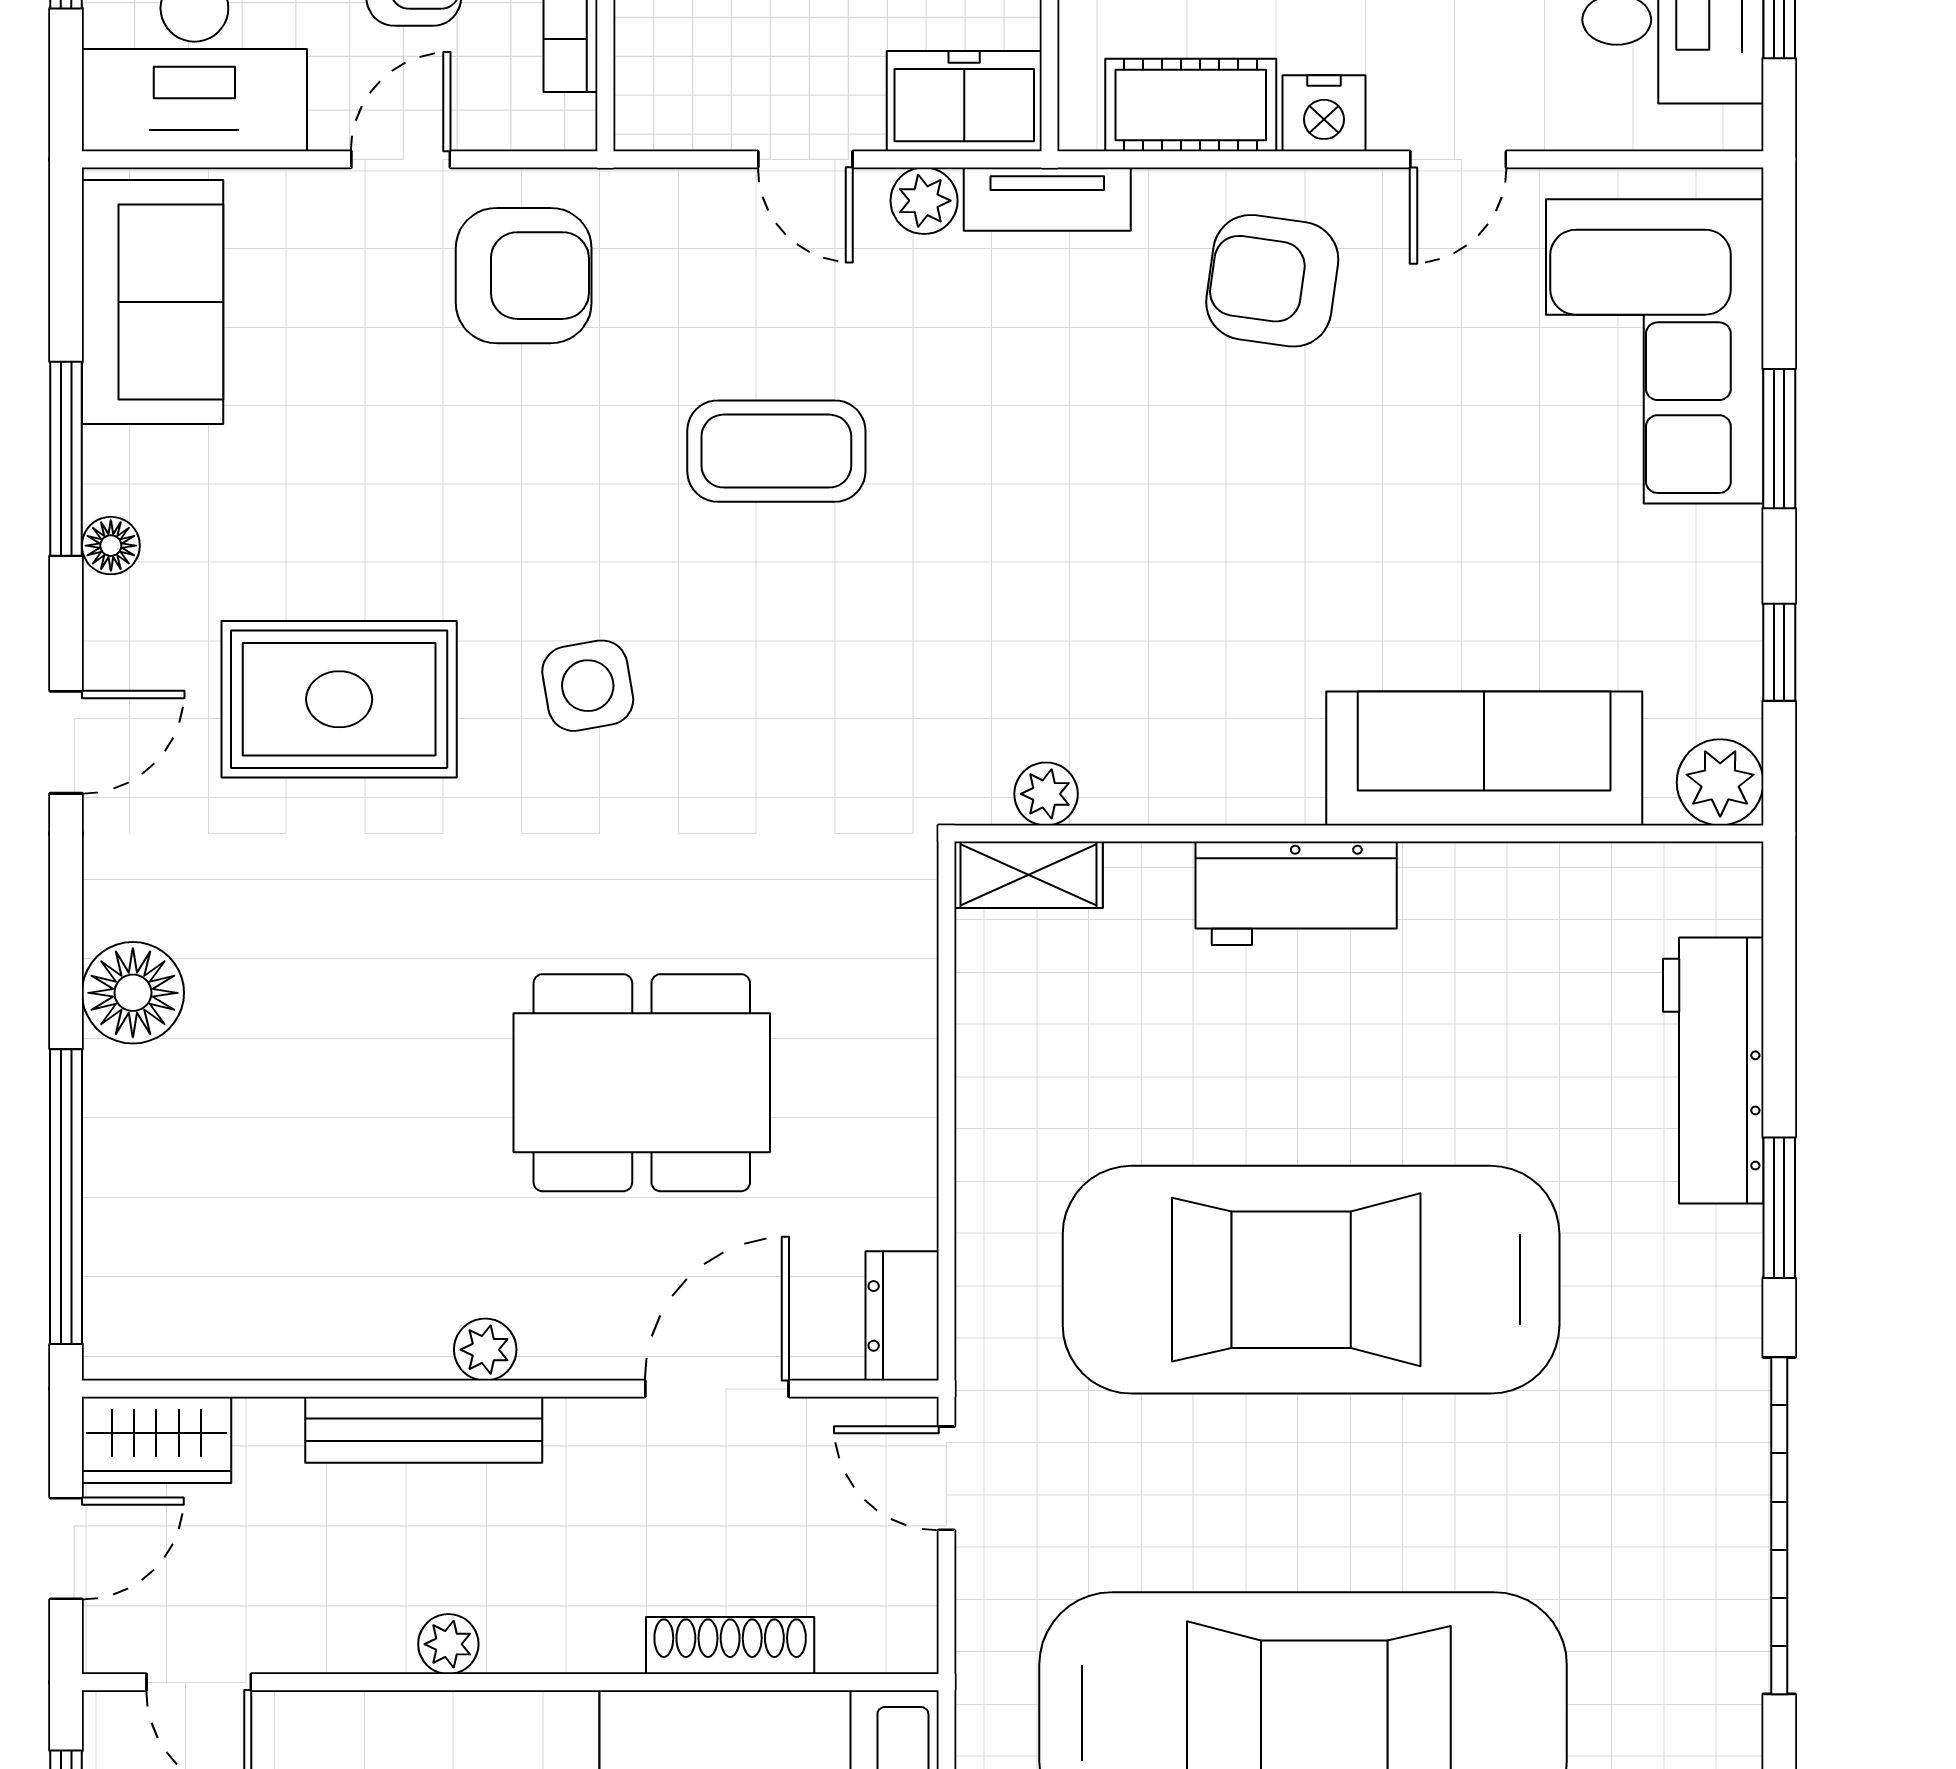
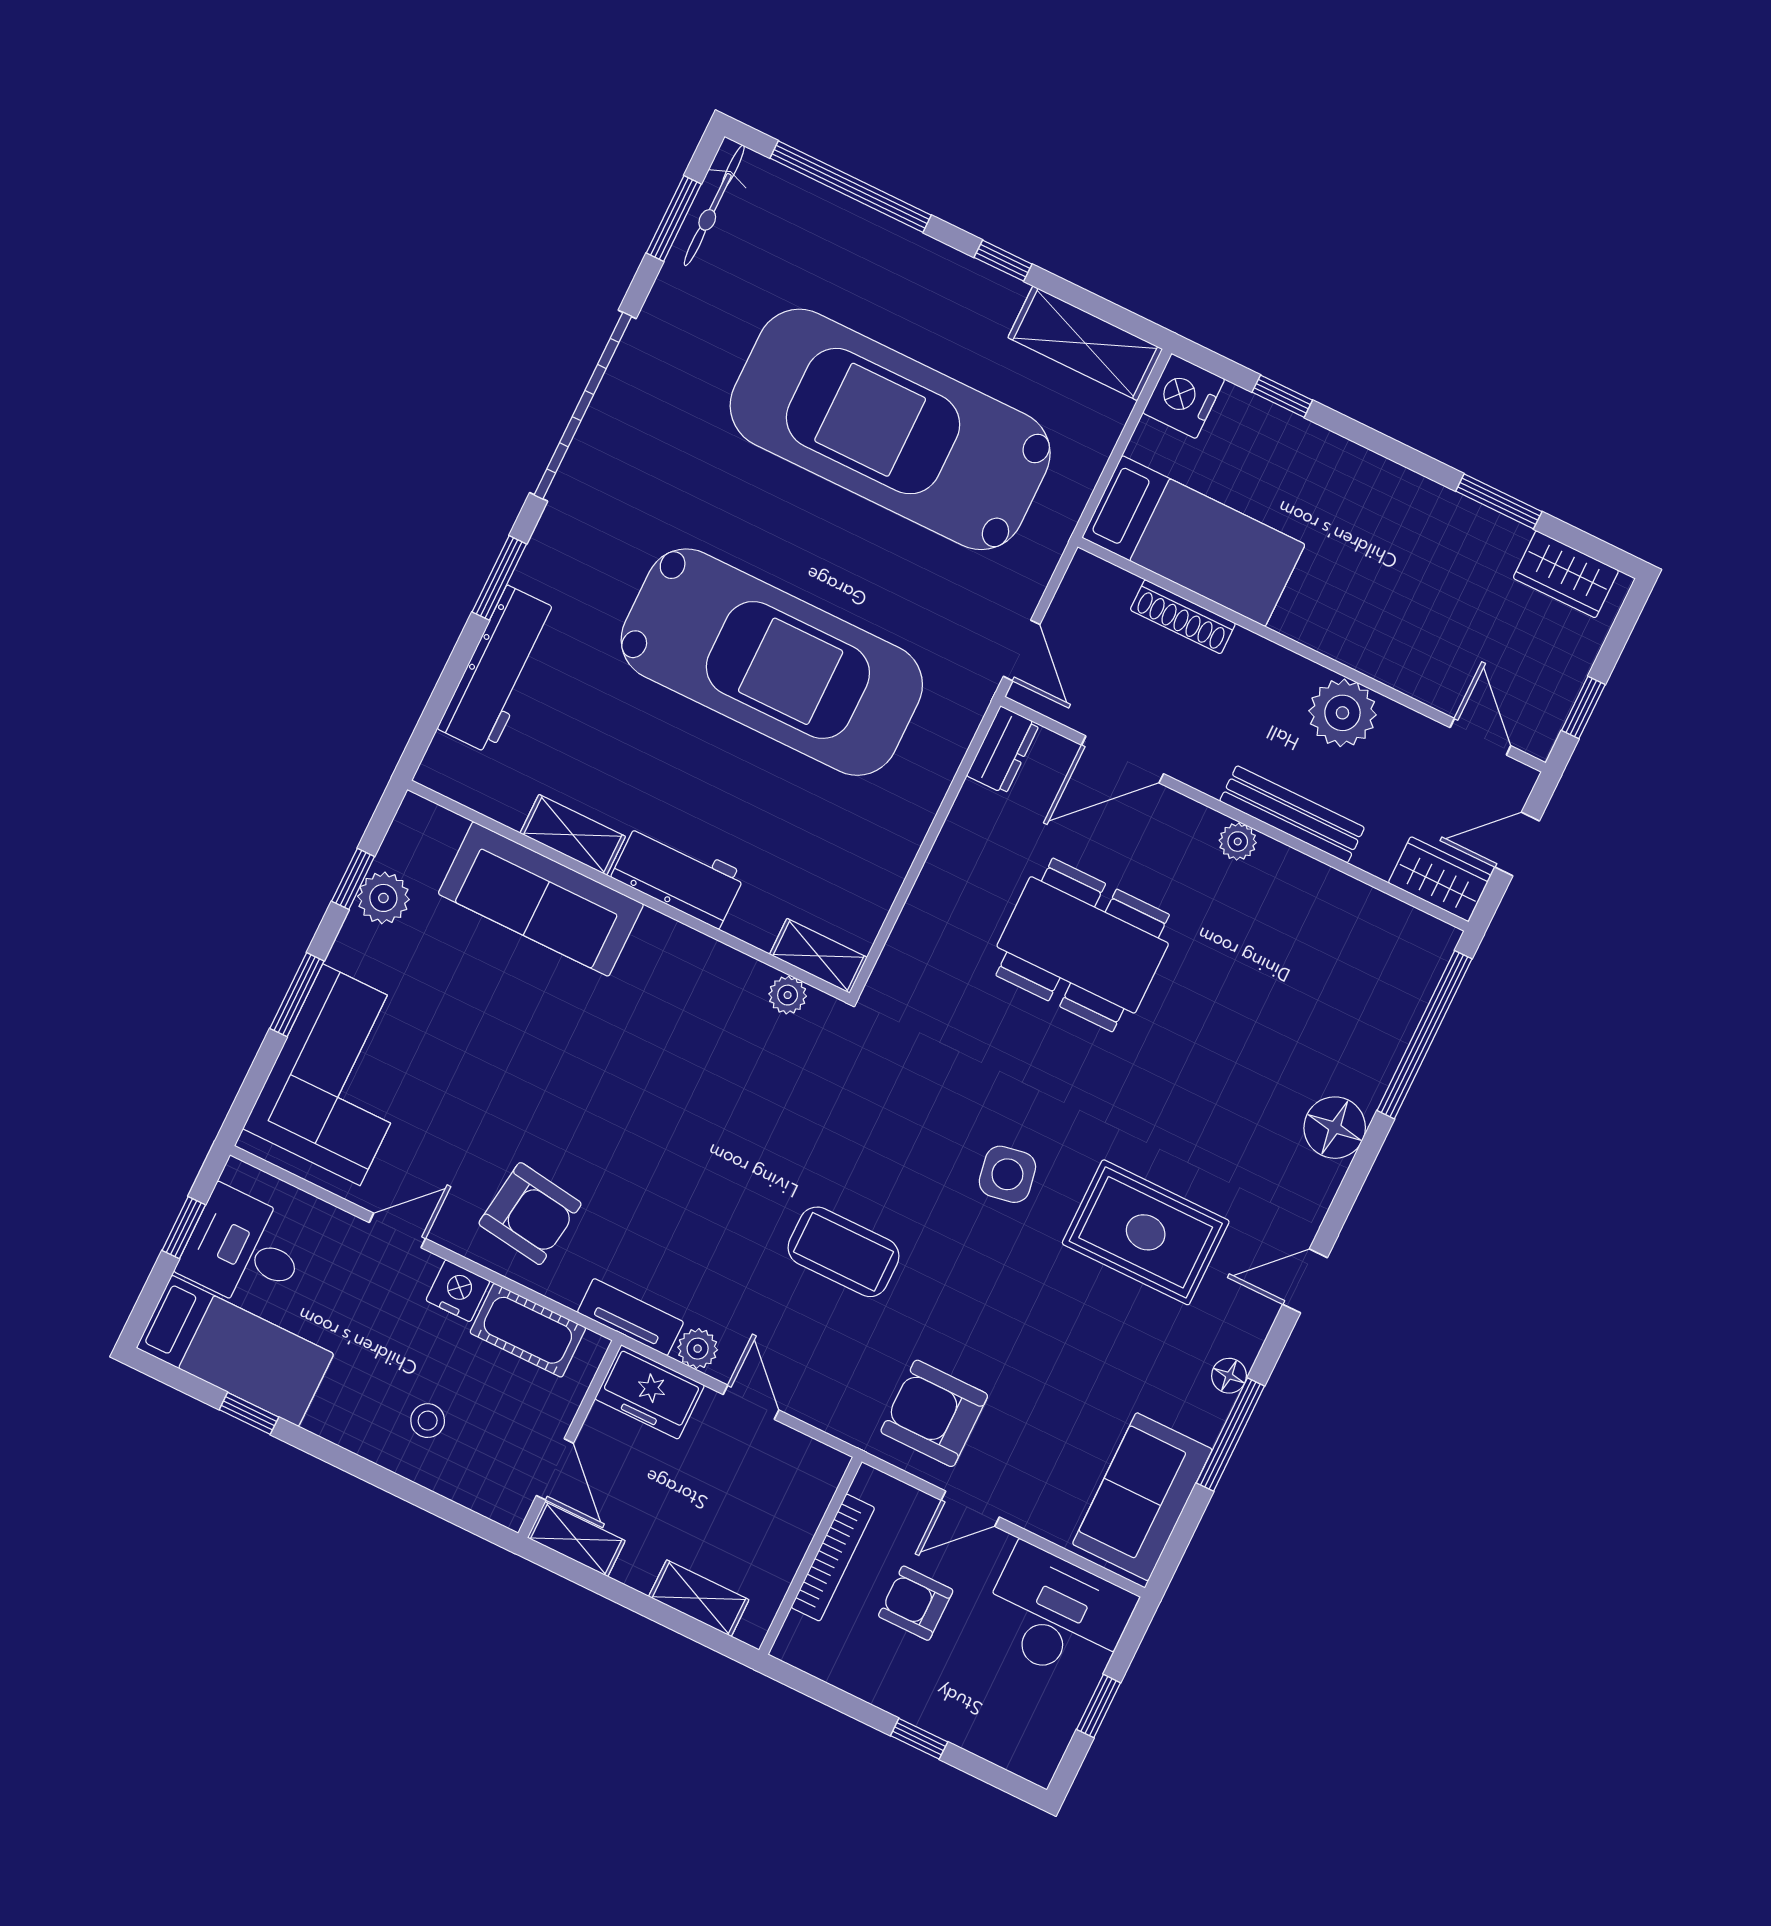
plant: (1720, 782) -> (383, 898), moved
shelving: (1483, 877) -> (573, 835), added
plant: (448, 1644) -> (1342, 713), width x1.88, depth x1.88

